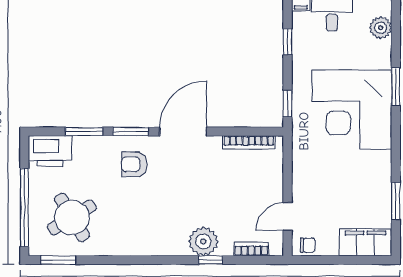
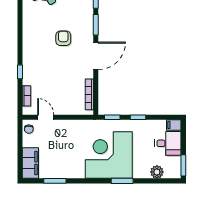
window: (288, 42) -> (138, 117), moved
door: (183, 132) -> (96, 56), hinge flipped
armchair: (134, 164) -> (63, 38), moved
plant: (203, 241) -> (31, 68), removed

